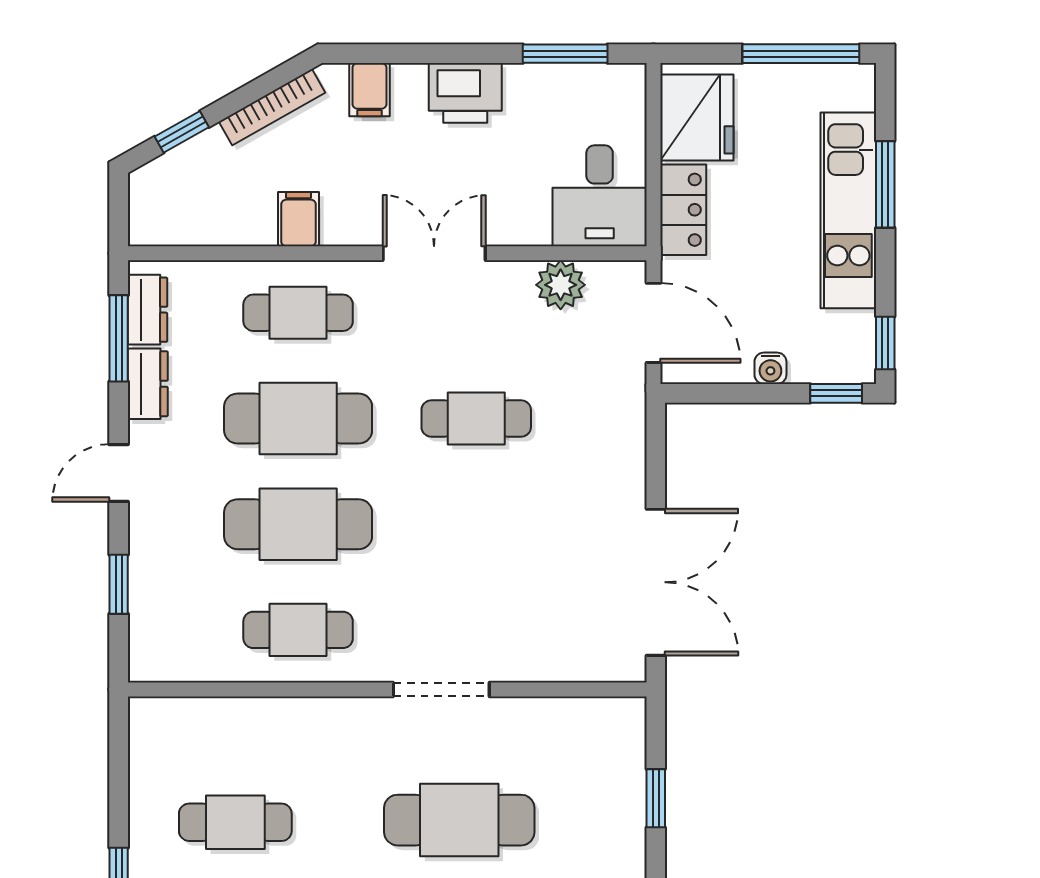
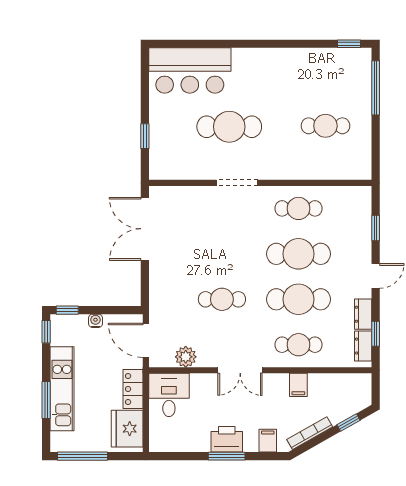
window: (565, 54) -> (227, 456), moved
window: (119, 338) -> (376, 334), width x0.67

